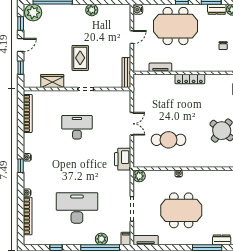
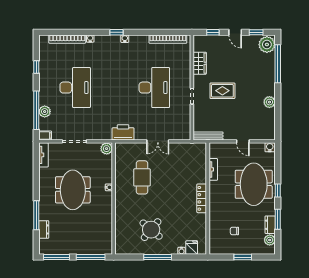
desk: (77, 127) -> (154, 88), width x1.36, depth x1.30

